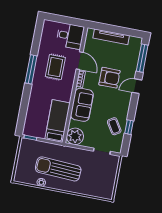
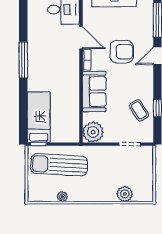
rug: (55, 67) -> (53, 51), removed
bed: (57, 121) -> (39, 117), moved
sun lounger: (58, 169) -> (59, 165), moved
plant: (91, 190) -> (125, 194), added

